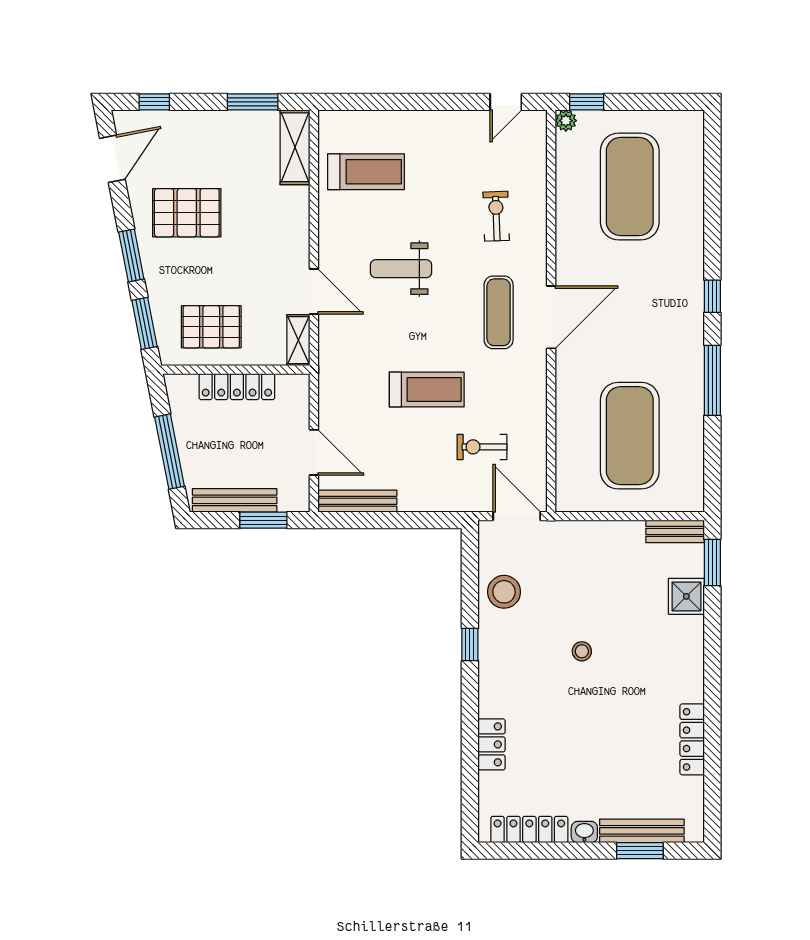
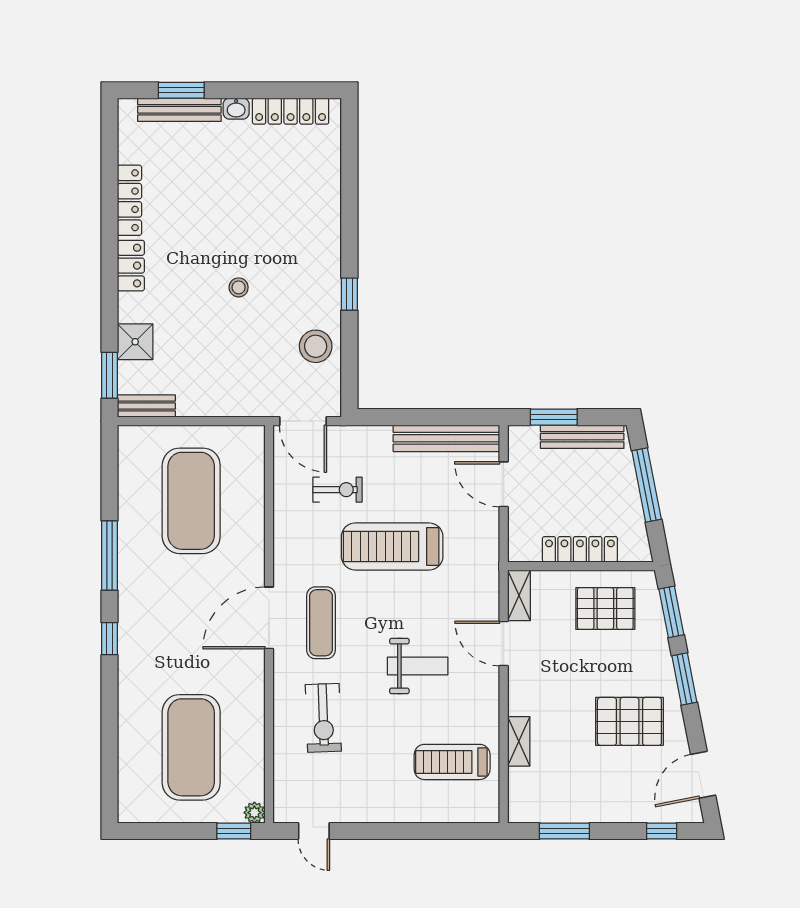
door: (506, 102) -> (314, 831), swing flipped
shelving: (295, 147) -> (519, 741), moved, width x0.67, depth x0.75
exercise bike: (496, 216) -> (323, 718), width x1.38, depth x1.39
treadmill: (427, 390) -> (392, 546), width x1.37, depth x1.38
bench: (357, 501) -> (446, 438), width x1.37, depth x1.21
locker: (492, 744) -> (131, 266), moved, turned 180

